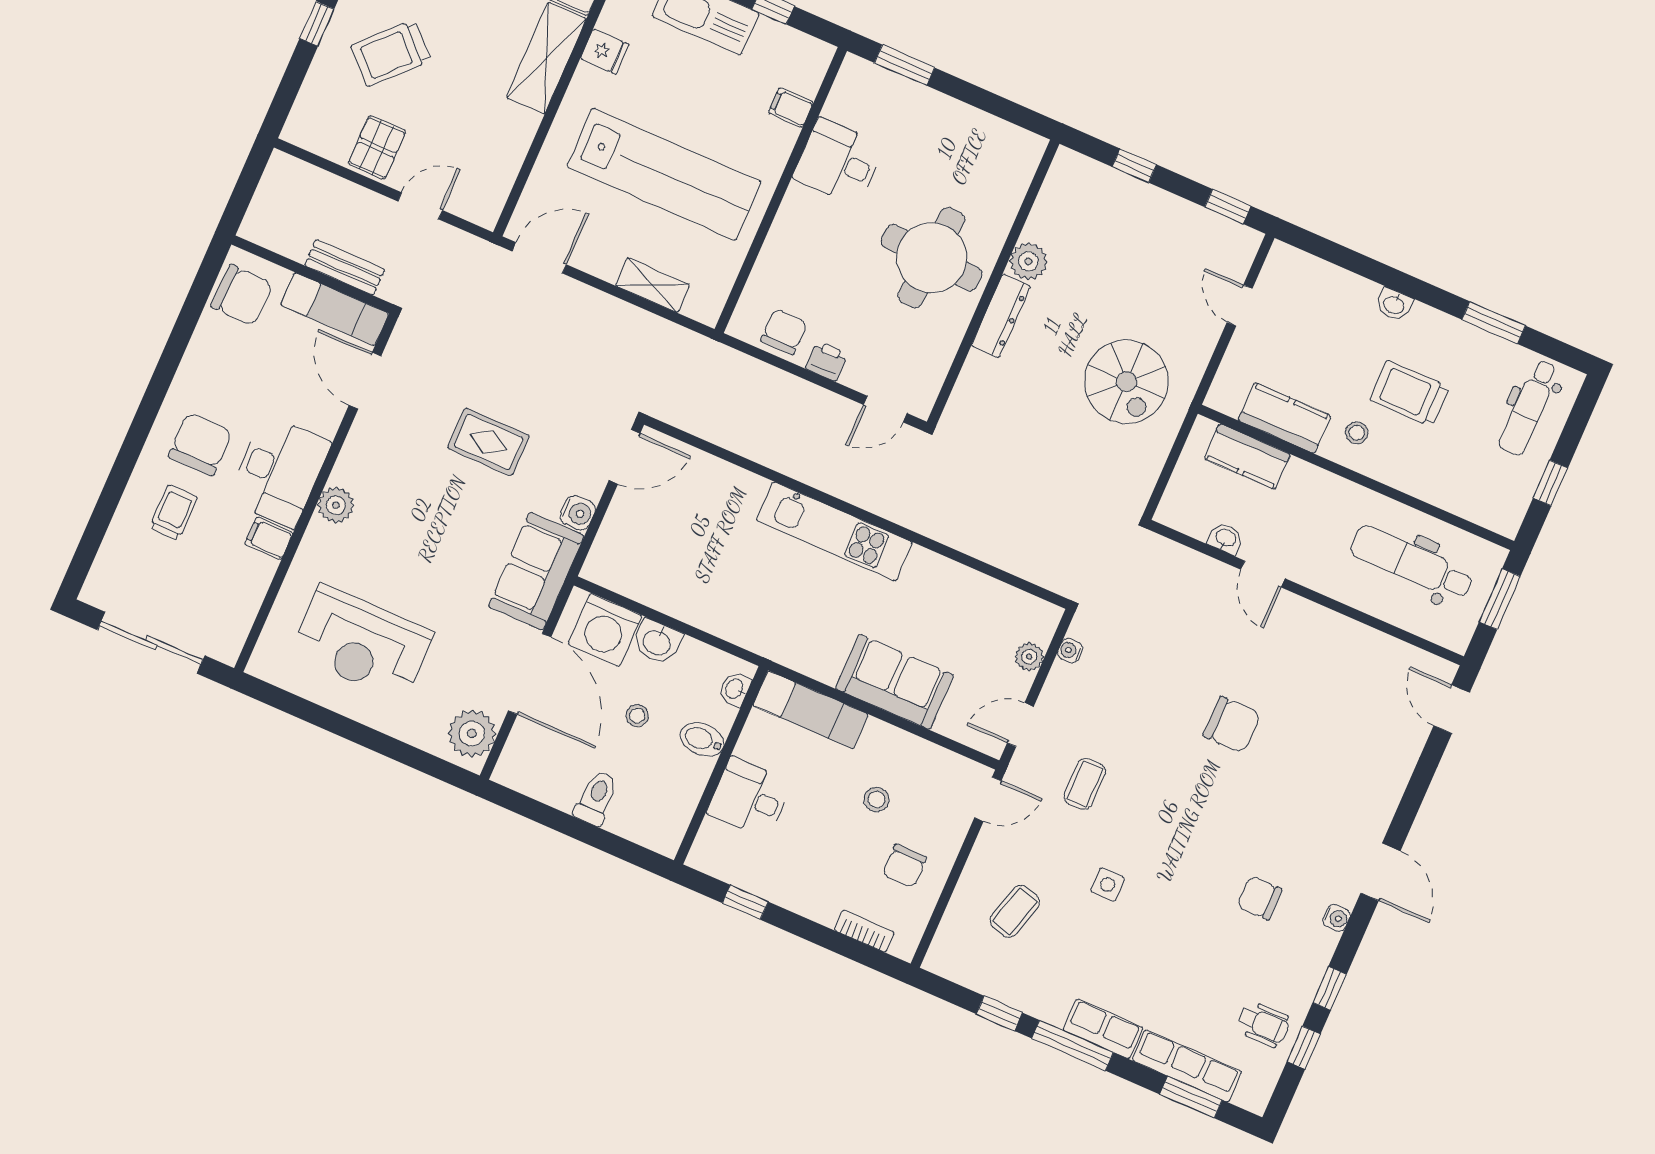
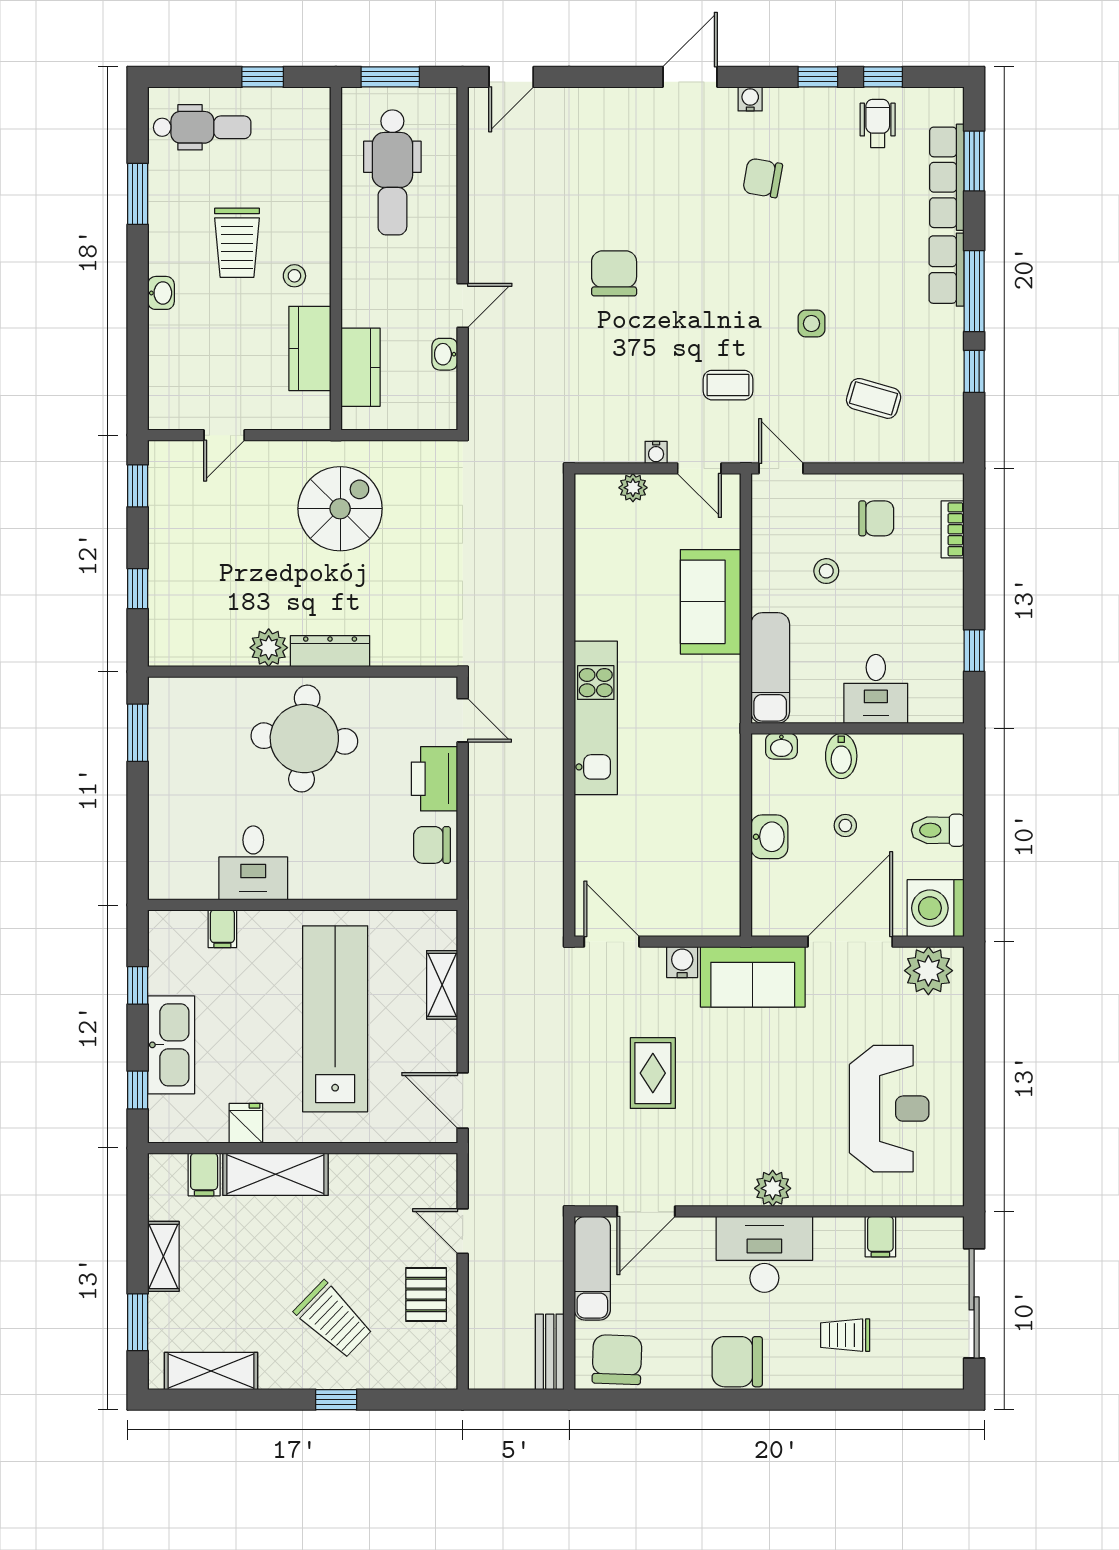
window: (904, 65) -> (138, 733), moved
pallet: (377, 147) -> (426, 1294), turned 90
bench: (345, 267) -> (550, 1352), moved
printer: (827, 361) -> (434, 779), width x1.87, depth x1.48
chair: (200, 444) -> (737, 1362), moved
filing cabinet: (269, 539) -> (880, 1237), moved
washing machine: (605, 630) -> (936, 908), moved, turned 180
water cooler: (1070, 651) -> (656, 452), moved
chair: (1260, 898) -> (763, 178), turned 100

